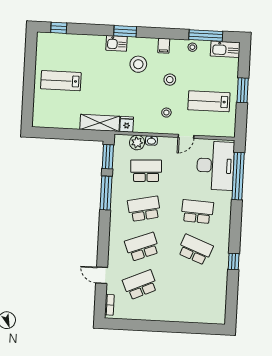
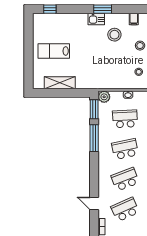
shelving: (100, 123) -> (60, 83), moved
fridge: (127, 124) -> (108, 83), removed
plant: (137, 143) -> (104, 97), moved

